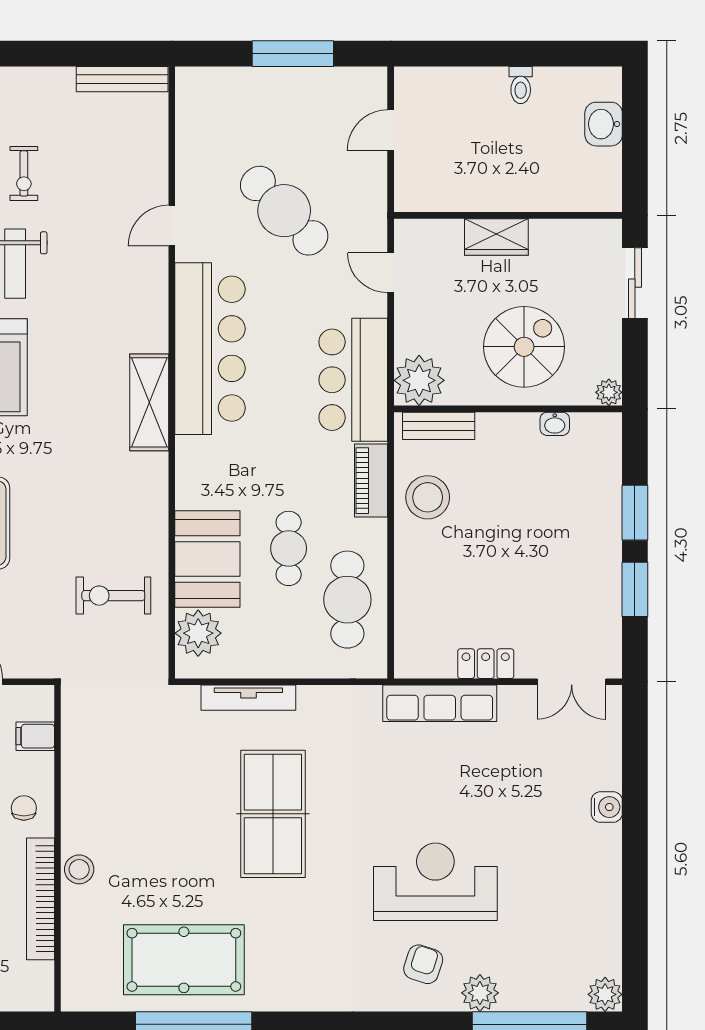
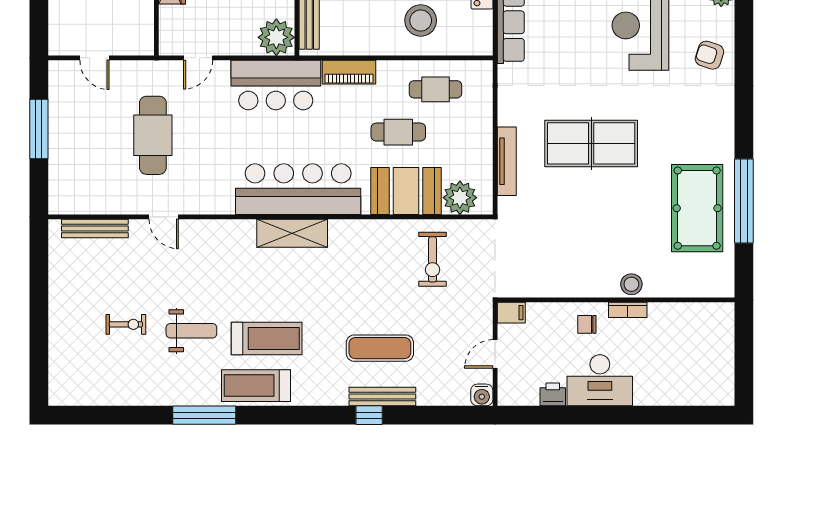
bench: (122, 79) -> (95, 229), moved, turned 90
cafe table: (284, 211) -> (153, 135), turned -46
bar counter: (210, 349) -> (298, 189), moved
stool: (428, 497) -> (421, 20), moved
cafe table: (347, 600) -> (435, 89), width x0.73, depth x0.74
filing cabinet: (35, 736) -> (511, 313), moved, turned -90
bookcase: (41, 899) -> (628, 310), width x0.43, depth x0.76
armchair: (423, 964) -> (709, 55), moved

